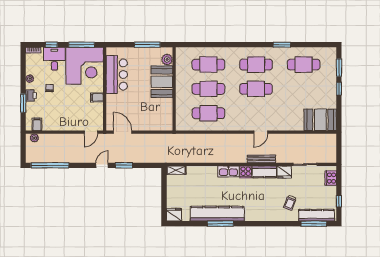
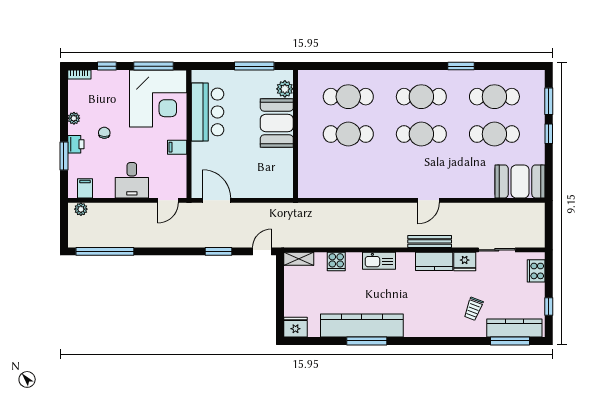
desk: (54, 59) -> (132, 180), moved, turned 180
cafe table: (208, 113) -> (494, 134), moved
door: (102, 165) -> (262, 251), moved
cooker: (246, 172) -> (336, 262), moved

